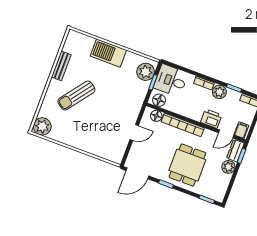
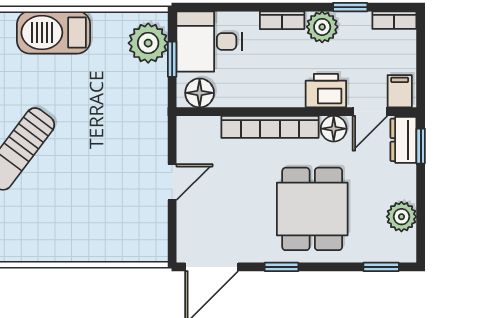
floor lamp: (156, 116) -> (334, 129), moved
plant: (228, 167) -> (401, 217), moved

